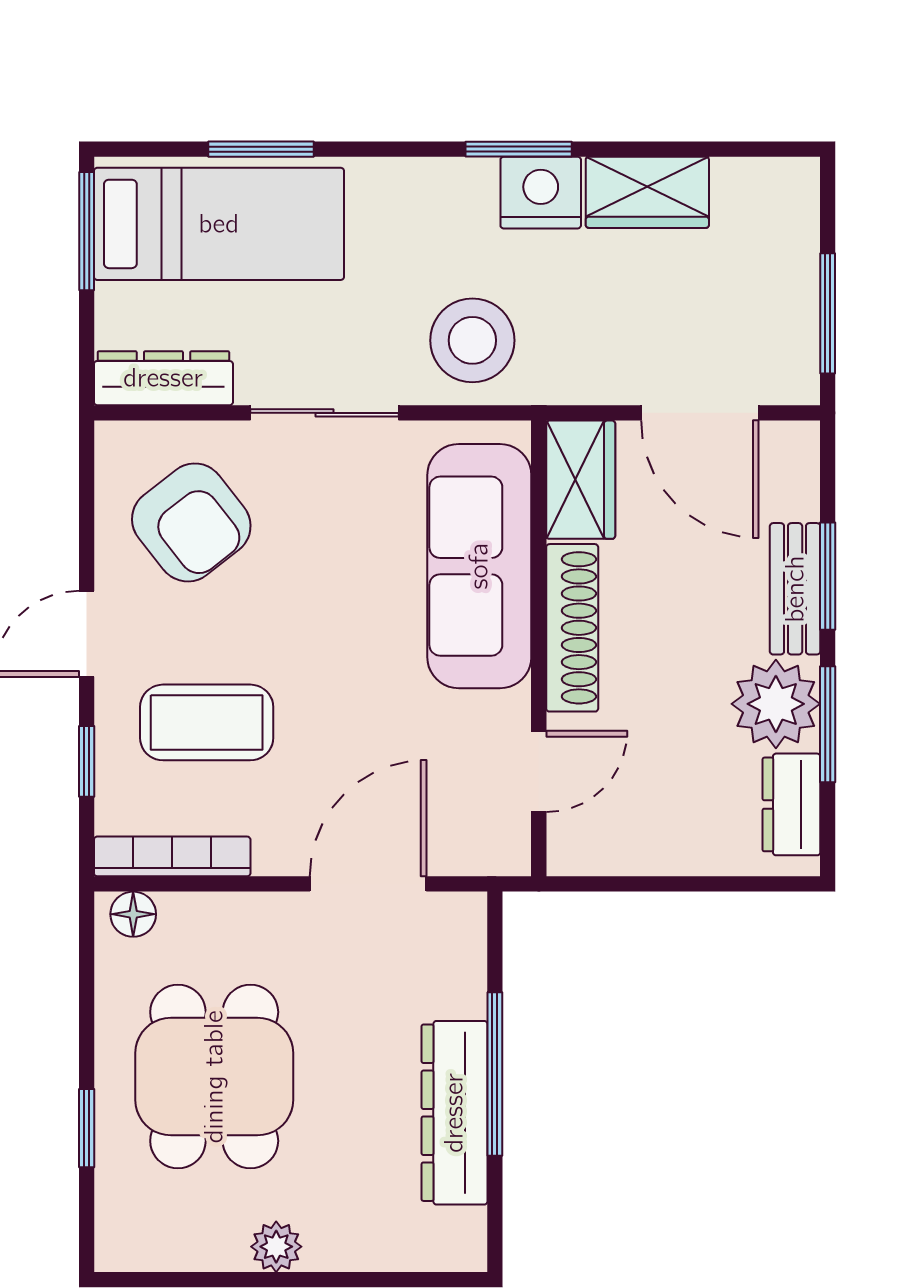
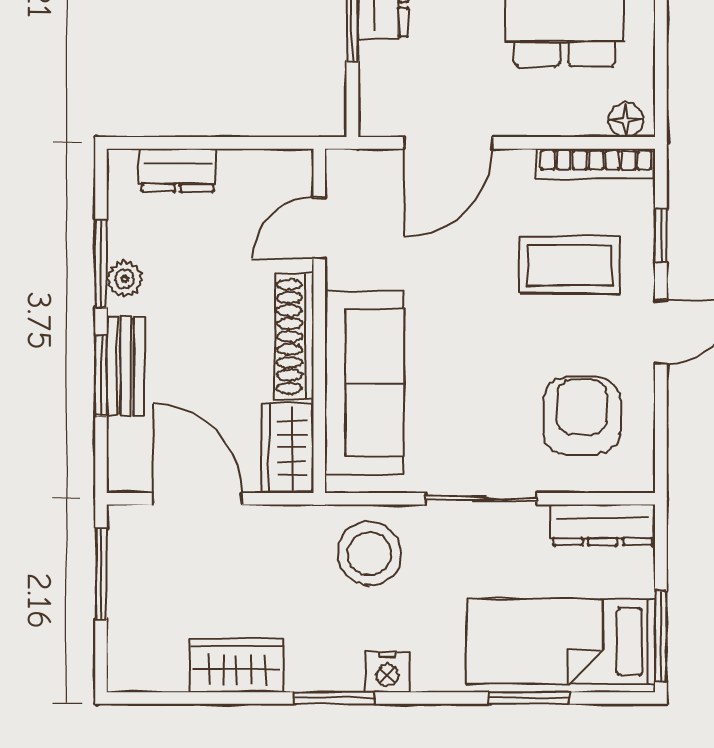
nightstand: (541, 193) -> (388, 672), moved, width x0.74, depth x0.75
armchair: (191, 522) -> (582, 416), turned 38
plant: (776, 704) -> (125, 279), width x0.53, depth x0.53
dresser: (791, 804) -> (178, 170), moved, turned 90

